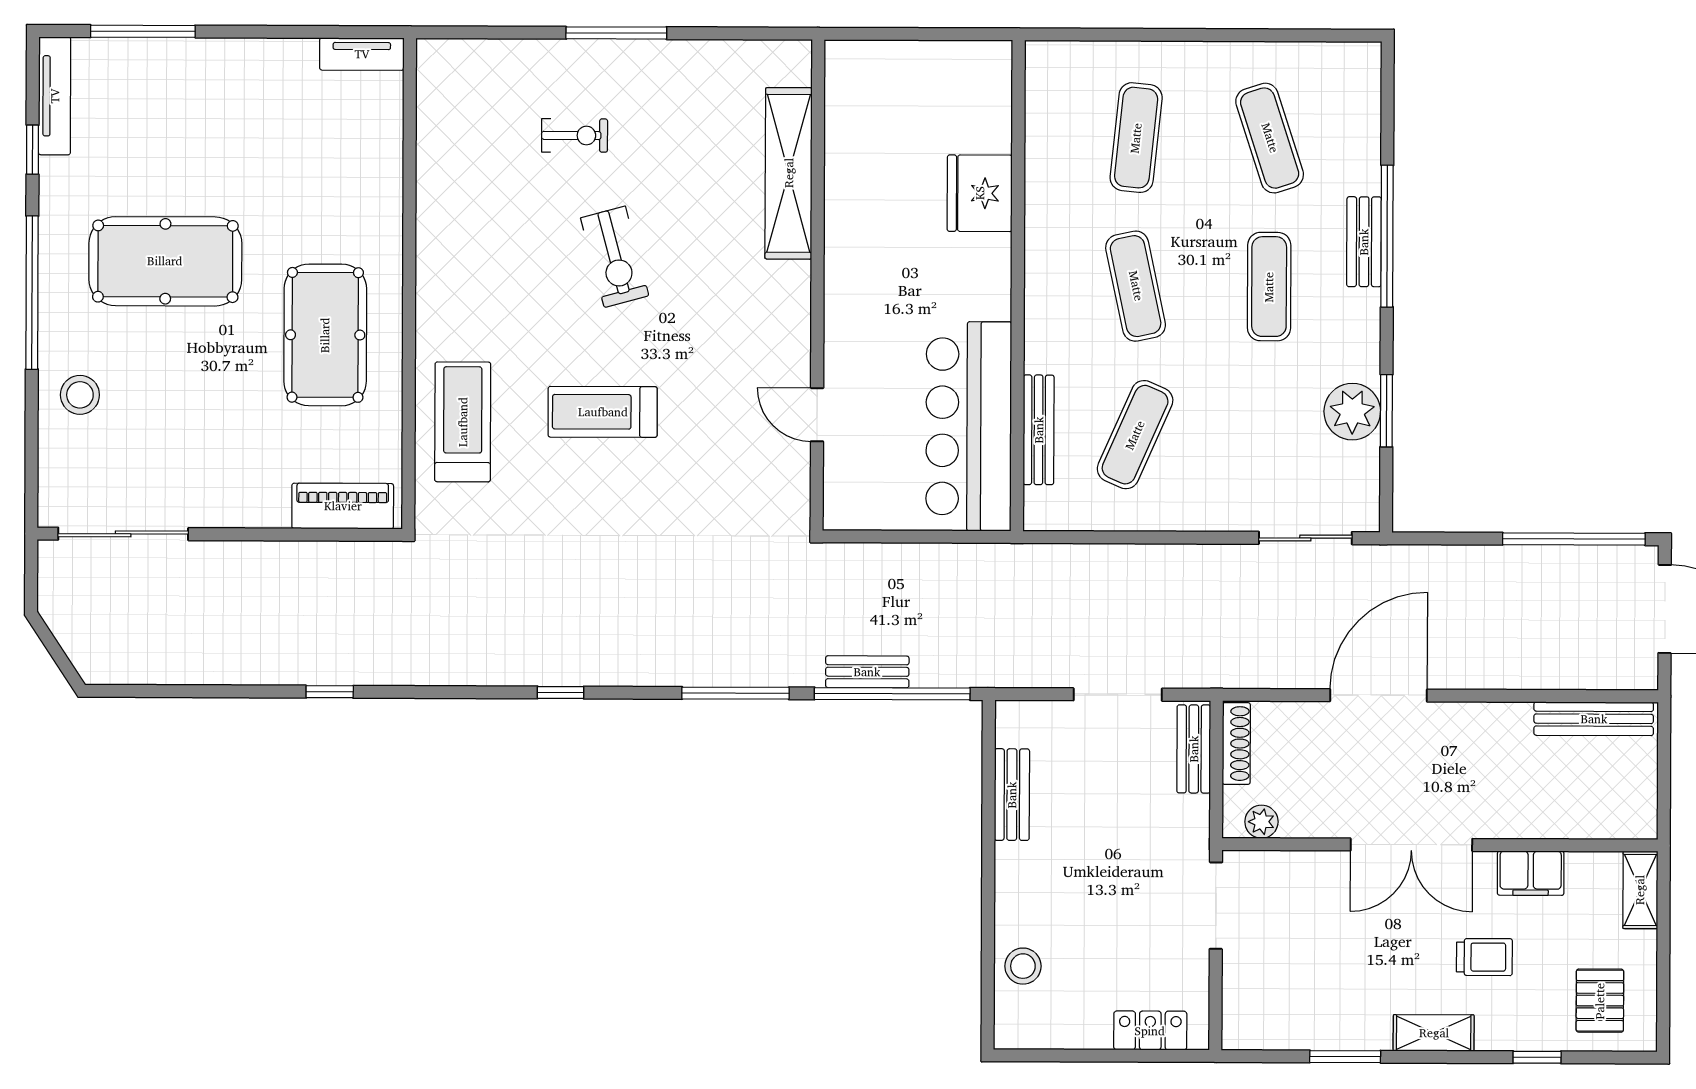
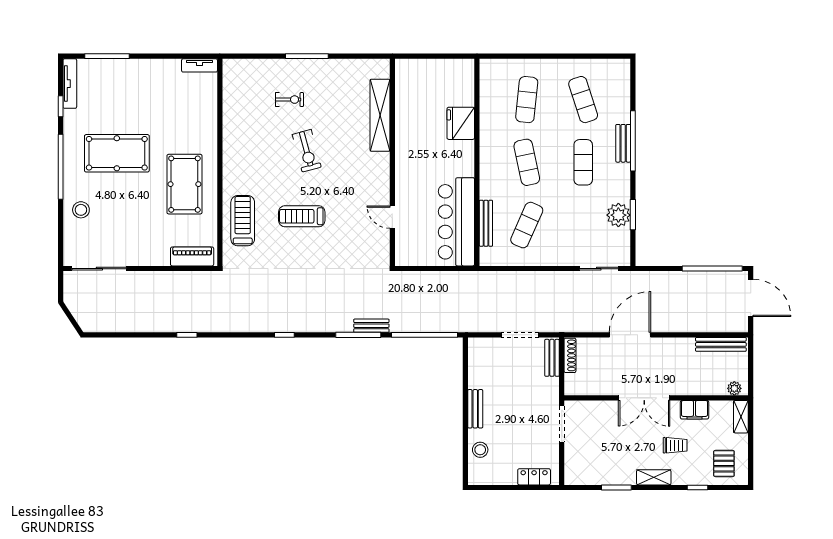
bench: (867, 672) -> (371, 326), moved
bench: (1012, 795) -> (475, 409), moved
plant: (1261, 822) -> (734, 388), moved

